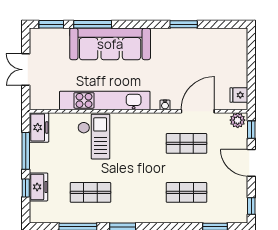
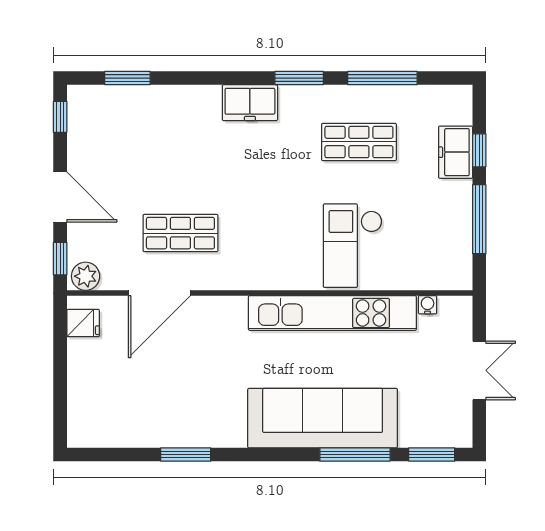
water cooler: (165, 105) -> (428, 305), moved
freezer: (39, 127) -> (250, 103), moved, turned -90
shop shelf: (186, 192) -> (180, 142), removed

